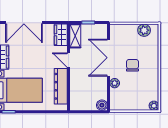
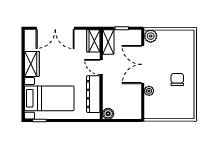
plant: (144, 30) -> (151, 36), moved
chair: (132, 65) -> (177, 79), moved
boiler: (102, 105) -> (108, 114), moved
plant: (154, 106) -> (190, 114), removed

